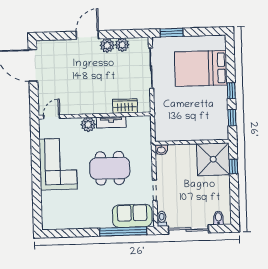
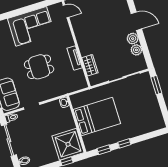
bed: (201, 68) -> (97, 116), moved, turned 90
plant: (88, 125) -> (68, 41), removed
dining table: (110, 168) -> (39, 67), width x0.73

